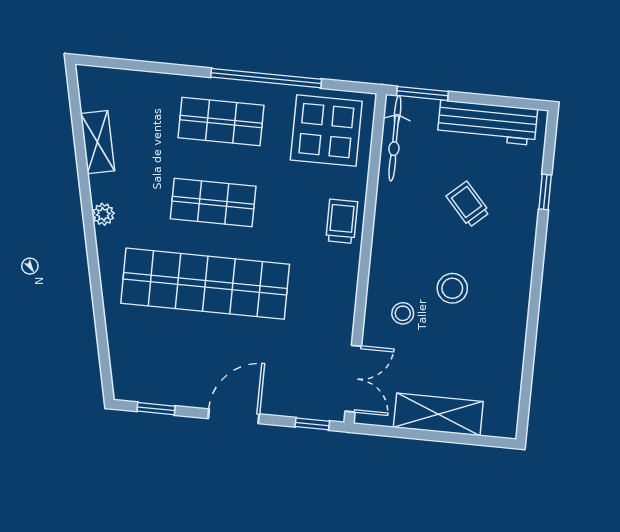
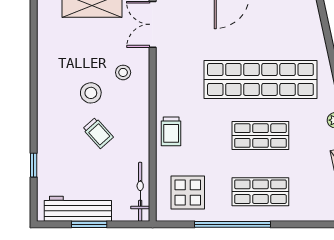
window: (422, 93) -> (89, 224), moved
display table: (326, 131) -> (188, 193), width x0.73, depth x0.73
trolley: (468, 204) -> (98, 133), moved

